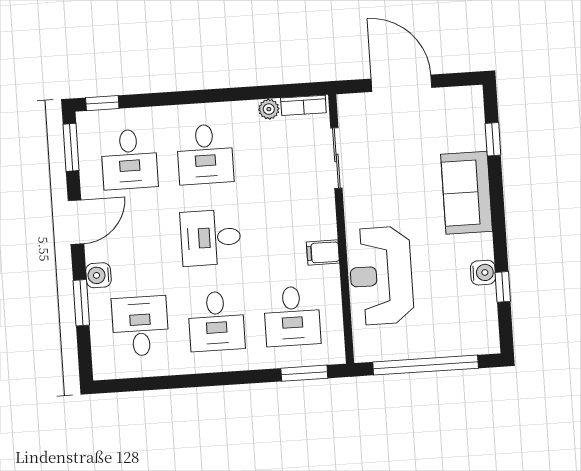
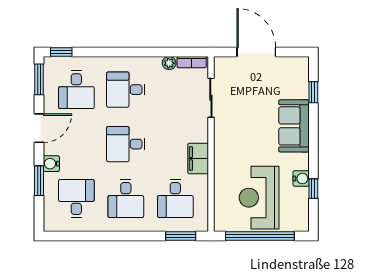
desk: (205, 154) -> (126, 90), turned 90
filing cabinet: (323, 253) -> (198, 159), width x2.00
reception desk: (381, 276) -> (259, 198), moved

